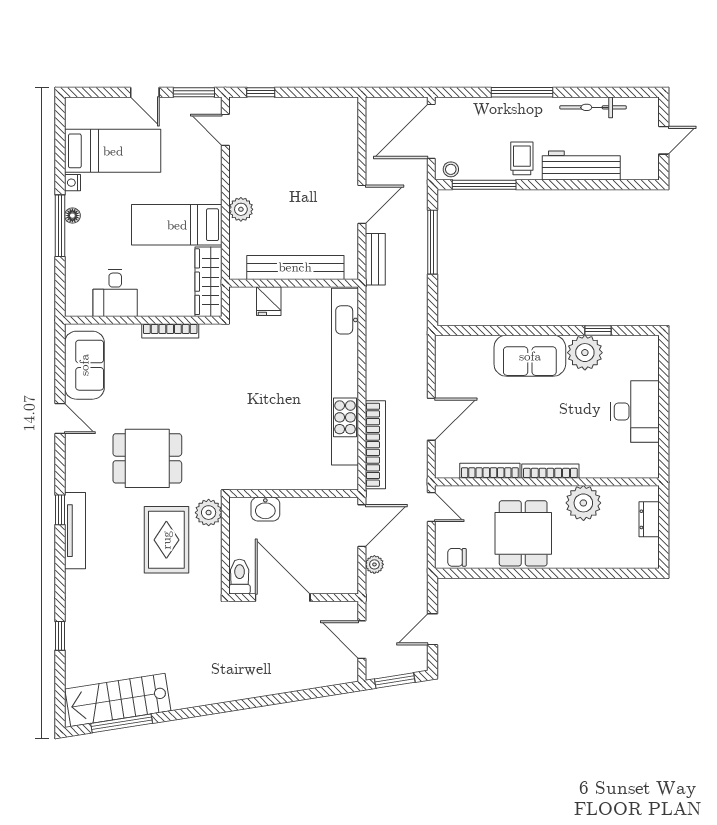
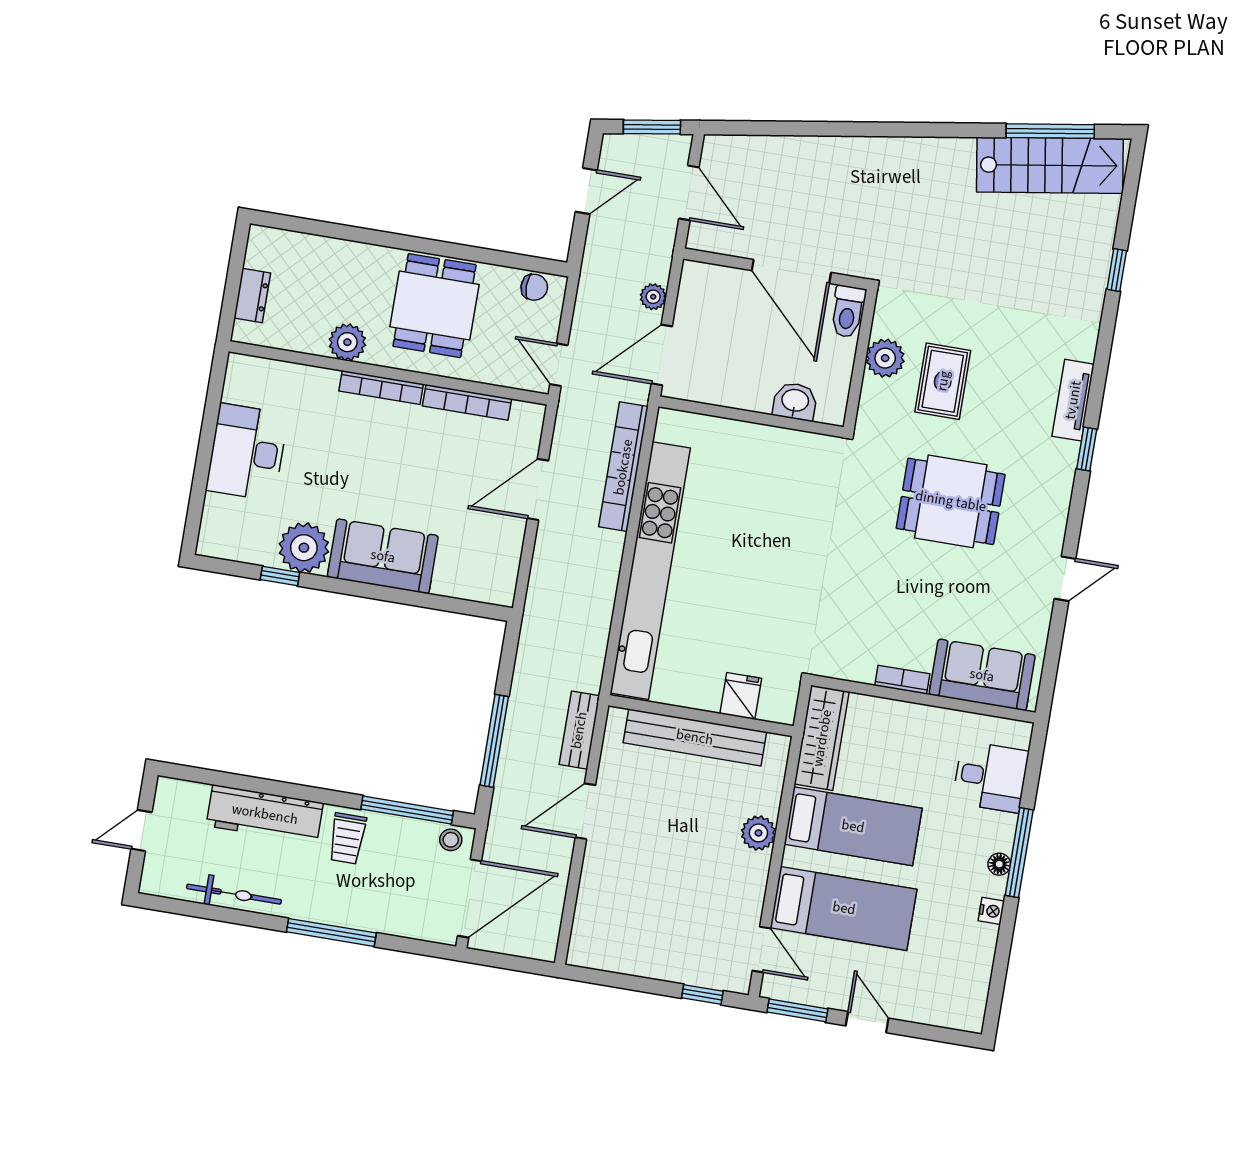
bed: (113, 151) -> (844, 908), moved, turned 180
desk: (115, 293) -> (991, 777), moved, turned 90
bookcase: (170, 331) -> (902, 680), width x0.64
sofa: (84, 365) -> (982, 675), moved, turned 90
door: (60, 418) -> (1065, 579), swing flipped
plant: (583, 503) -> (347, 342), width x0.73, depth x0.73
plant: (209, 513) -> (885, 358), moved
tv unit: (75, 531) -> (1073, 400), width x0.71
rug: (166, 540) -> (943, 381), width x0.73, depth x0.70

